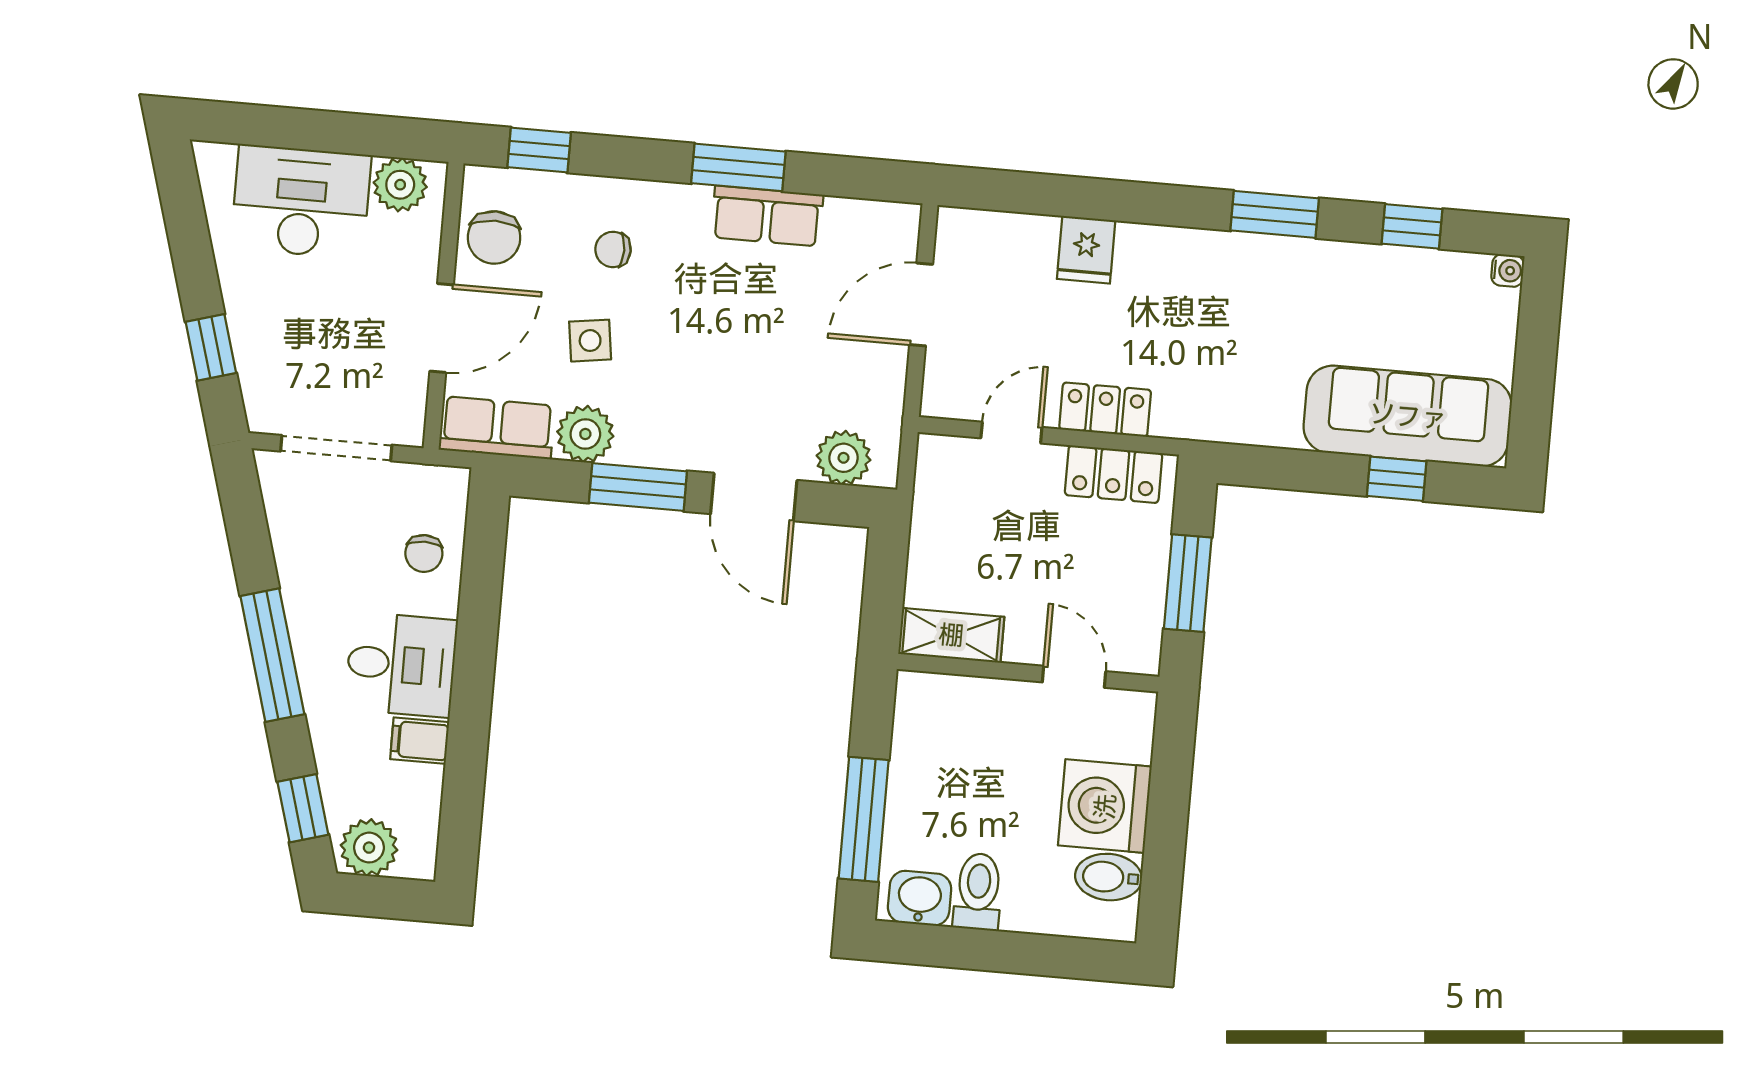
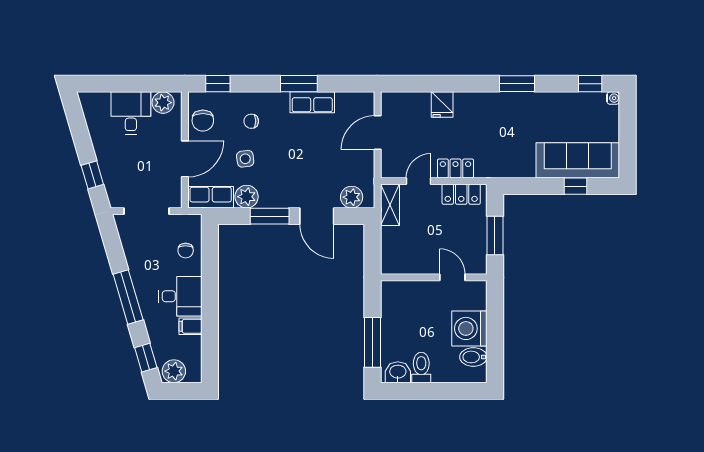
desk: (301, 202) -> (131, 113), width x0.73
window: (1412, 226) -> (590, 84), moved
shelving: (951, 635) -> (390, 205), moved, turned 90

